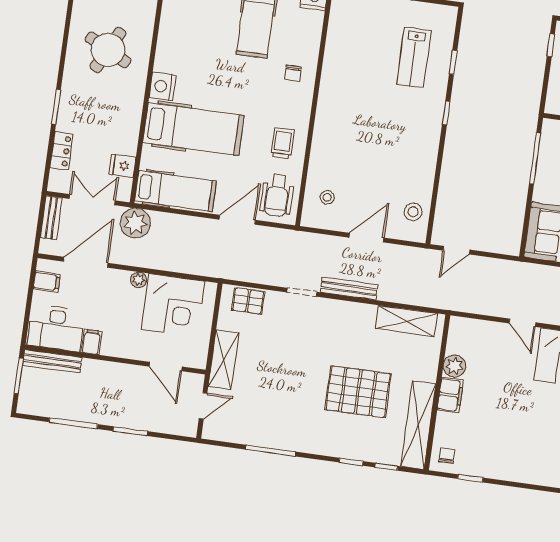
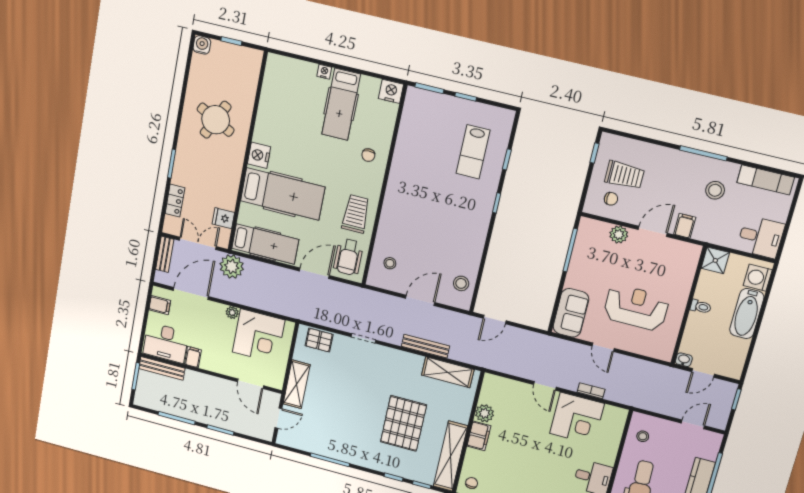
trolley: (283, 143) -> (356, 214), width x1.36, depth x1.39
bench: (349, 288) -> (425, 346), moved
pallet: (358, 392) -> (403, 423), turned 90

